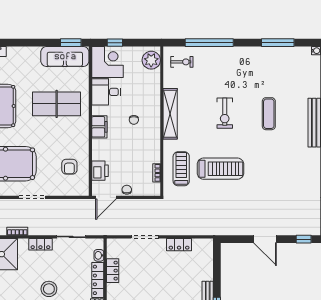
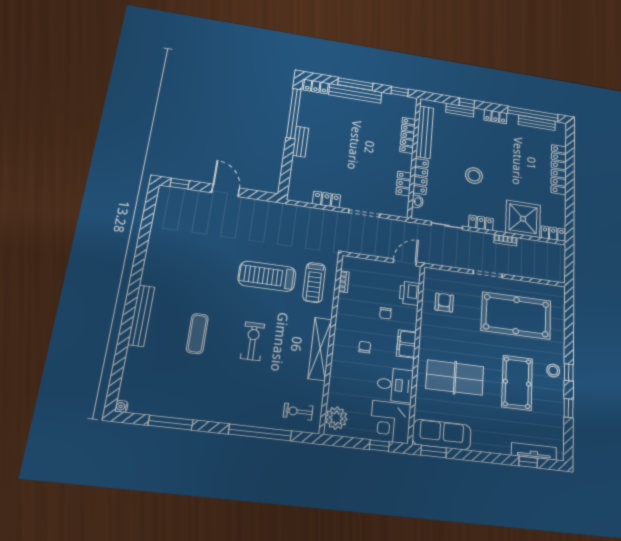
chair: (127, 190) -> (386, 313), moved

